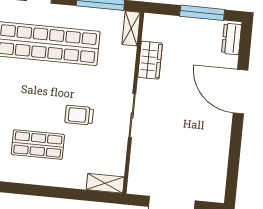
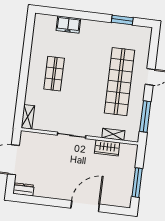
shelving: (131, 28) -> (113, 134), moved
dresser: (232, 39) -> (23, 189), moved
trolley: (79, 115) -> (73, 101), removed

